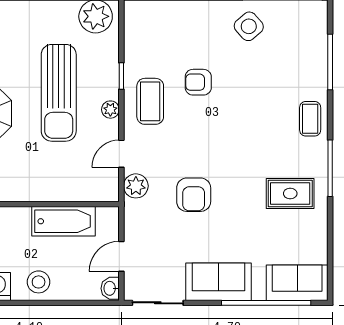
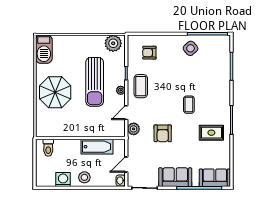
armchair: (198, 82) -> (149, 53), moved
coffee table: (310, 119) -> (189, 105), moved

